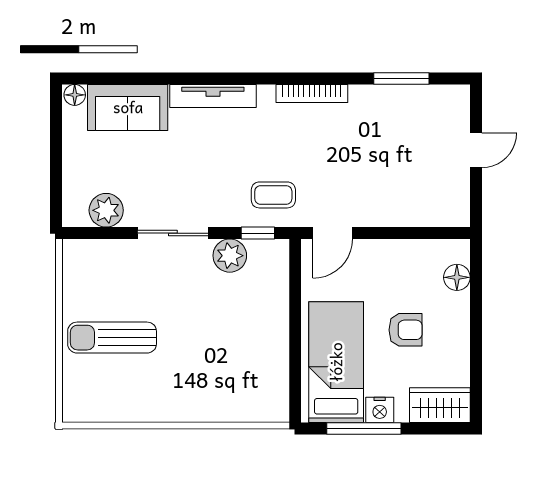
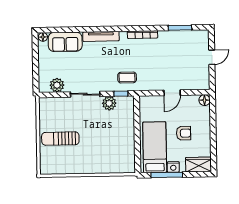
door: (333, 233) -> (172, 93), moved
floor lamp: (457, 277) -> (205, 100), moved

